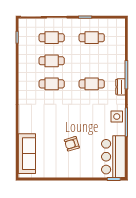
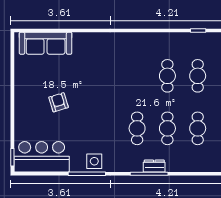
cafe table: (52, 84) -> (167, 128), moved
dresser: (120, 87) -> (154, 166), moved

